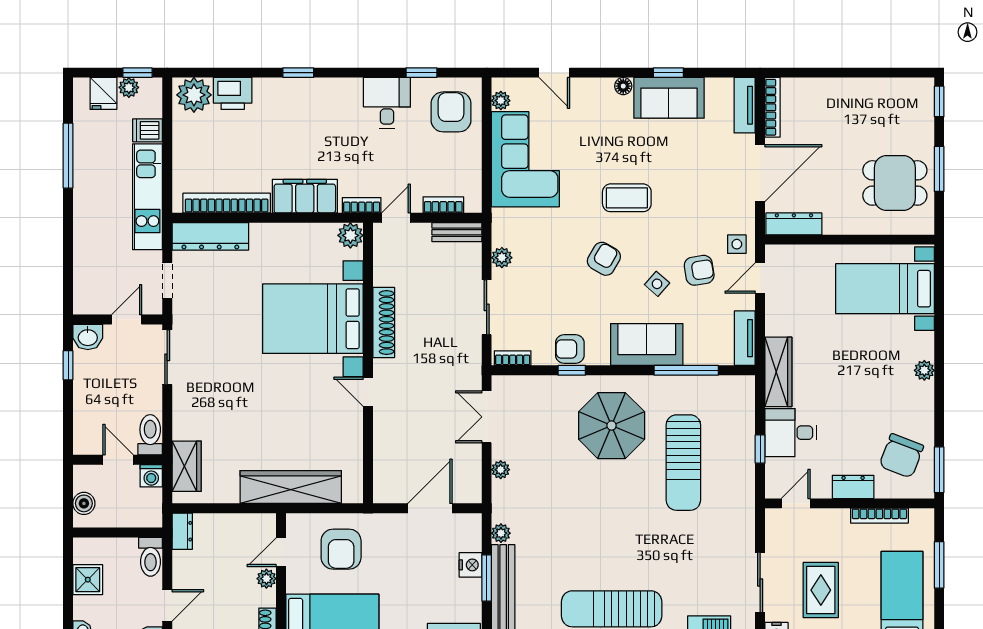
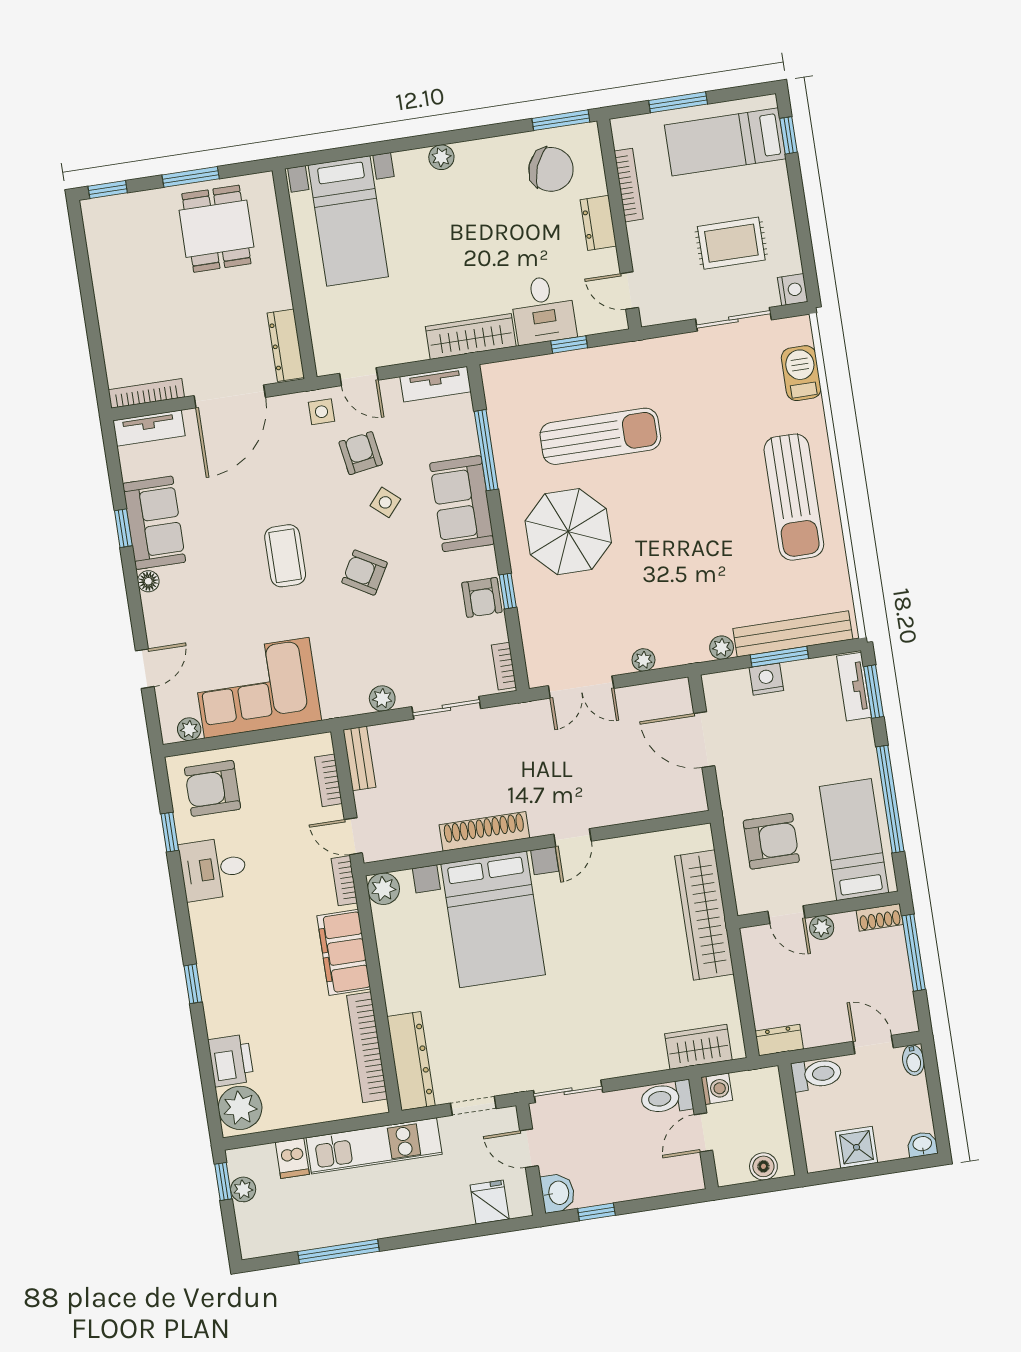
fridge: (103, 93) -> (490, 1202), moved, turned -90
door: (760, 173) -> (230, 396), swing flipped

